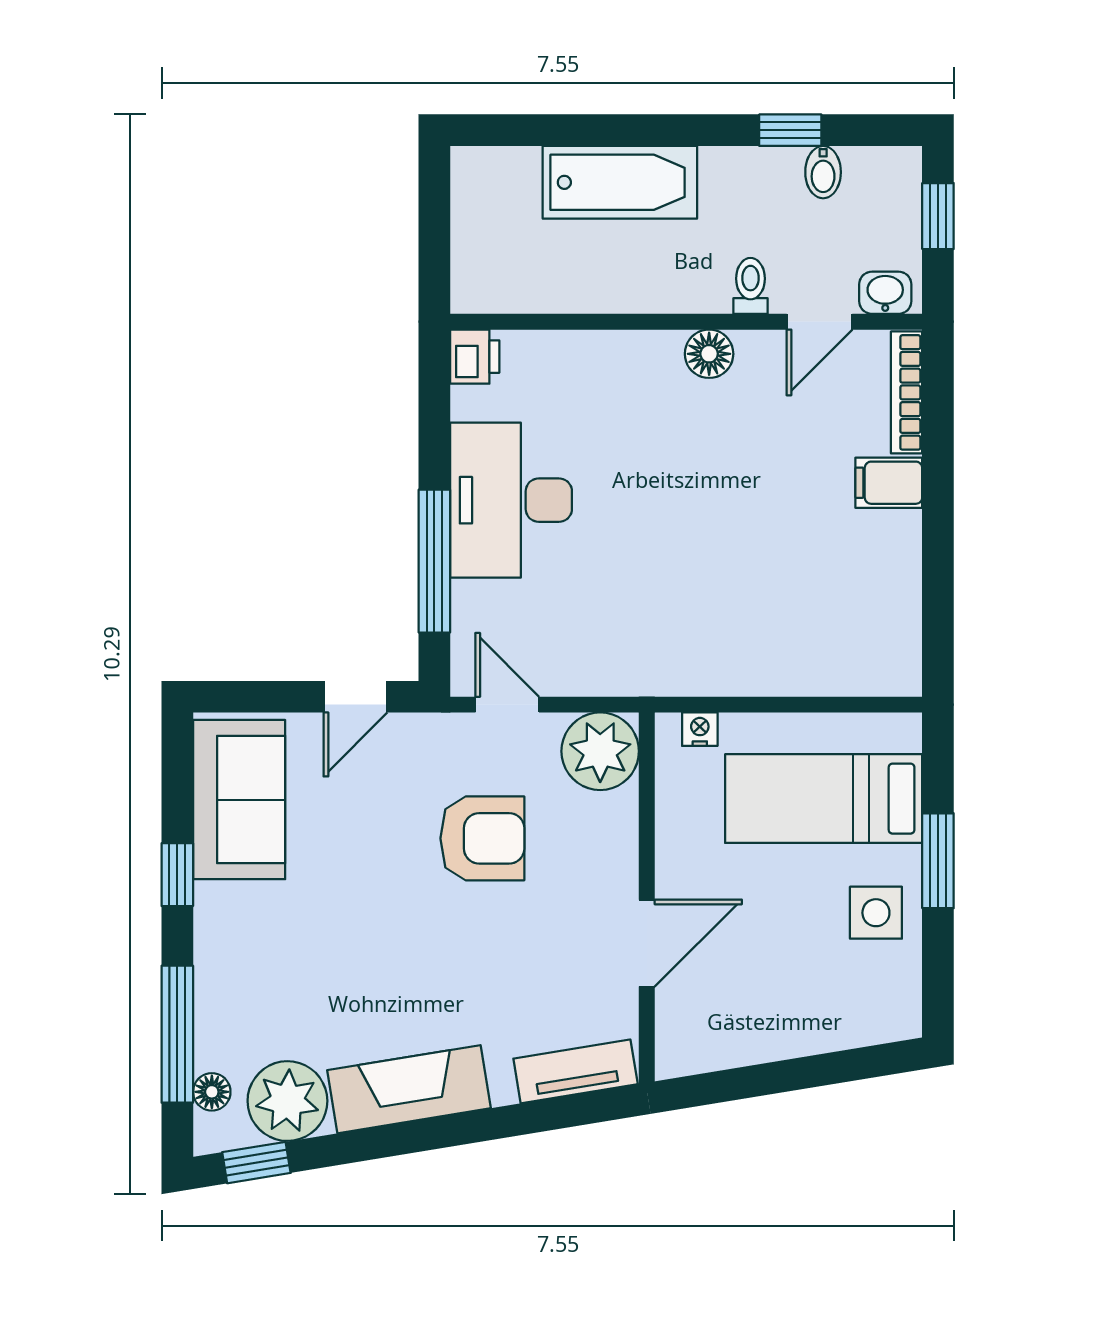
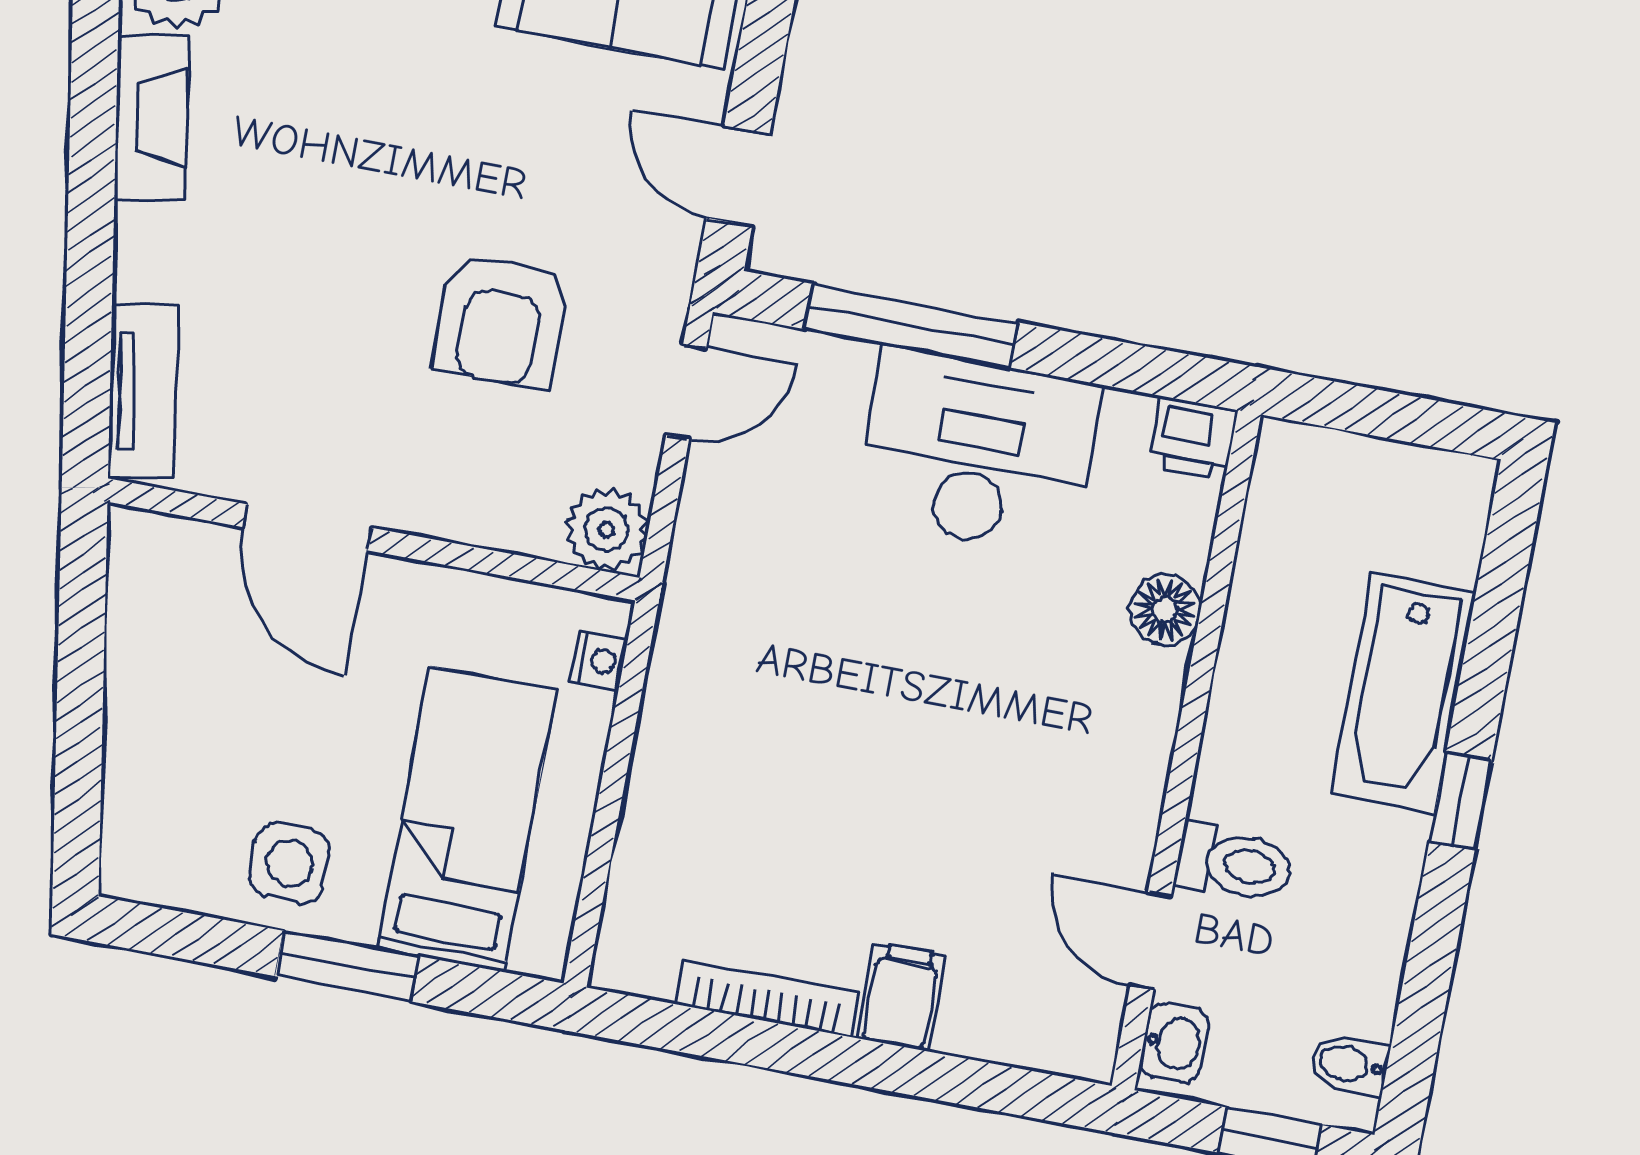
window: (790, 130) -> (1460, 801), moved
bidet: (823, 172) -> (1349, 1064), moved
toilet: (750, 286) -> (1234, 864), width x1.37, depth x1.39
floor lamp: (709, 354) -> (1165, 610), moved
bookcase: (907, 392) -> (767, 998), moved
plant: (600, 751) -> (606, 530), width x0.73, depth x0.73
fireplace: (409, 1089) -> (151, 117), width x0.73, depth x0.76

